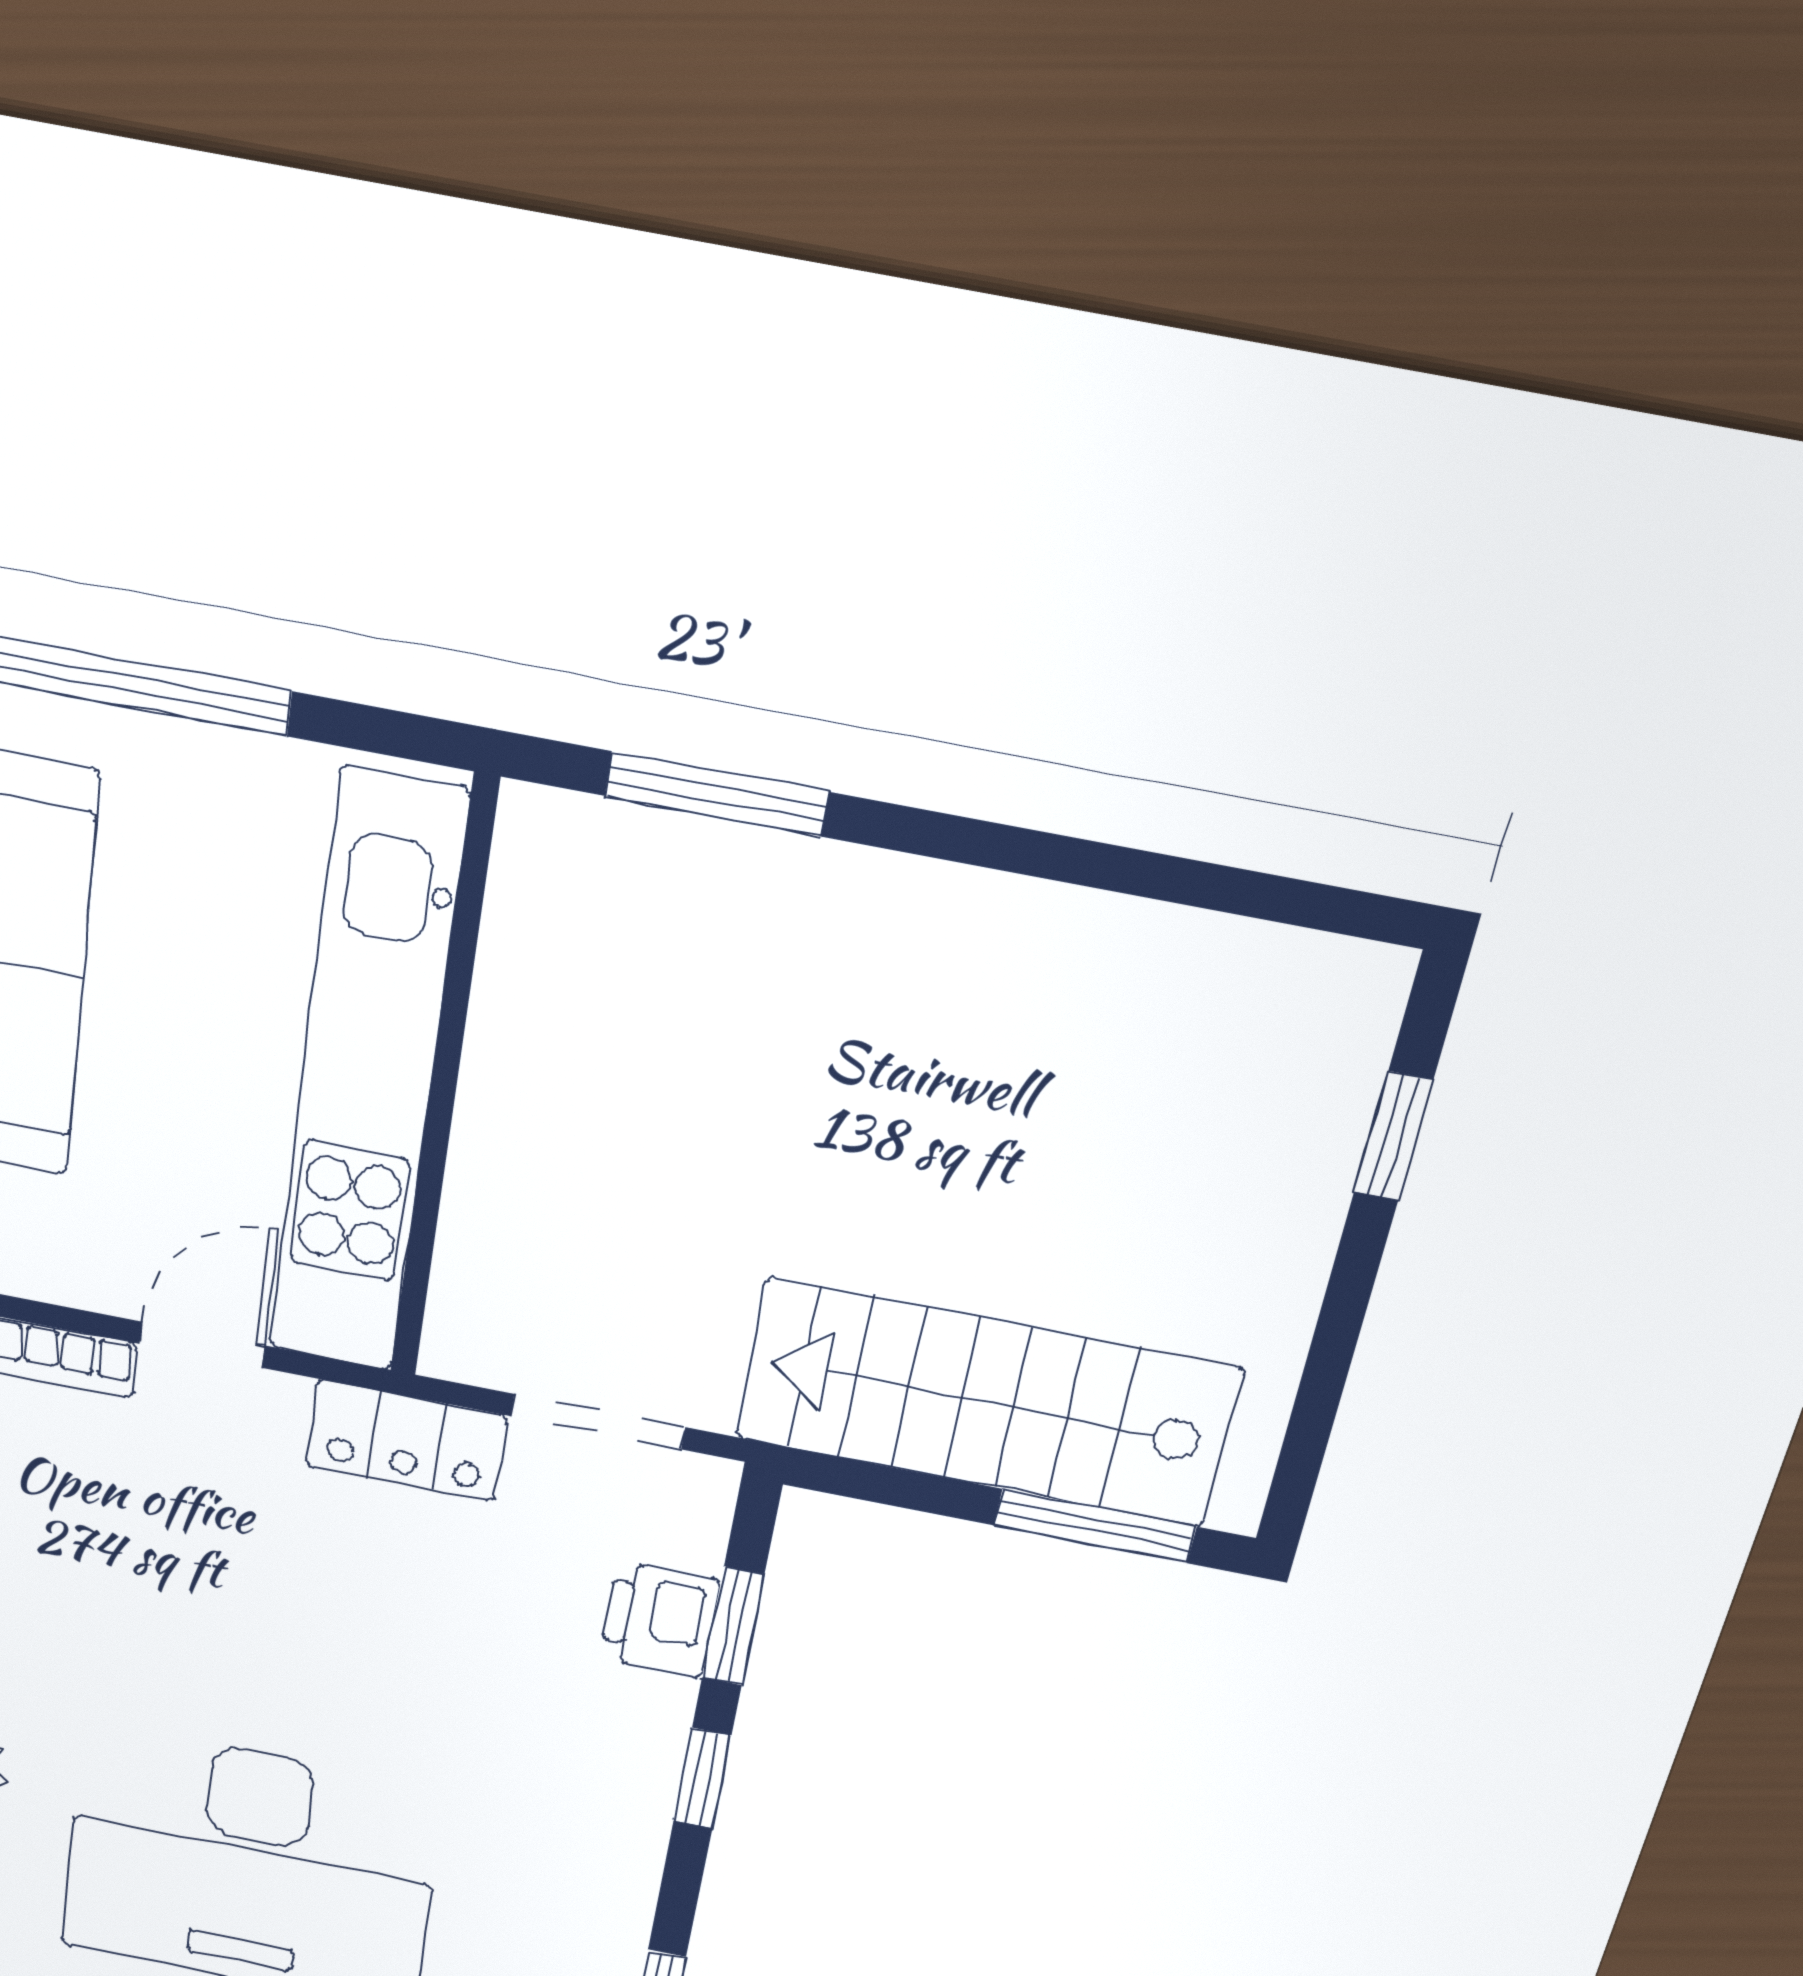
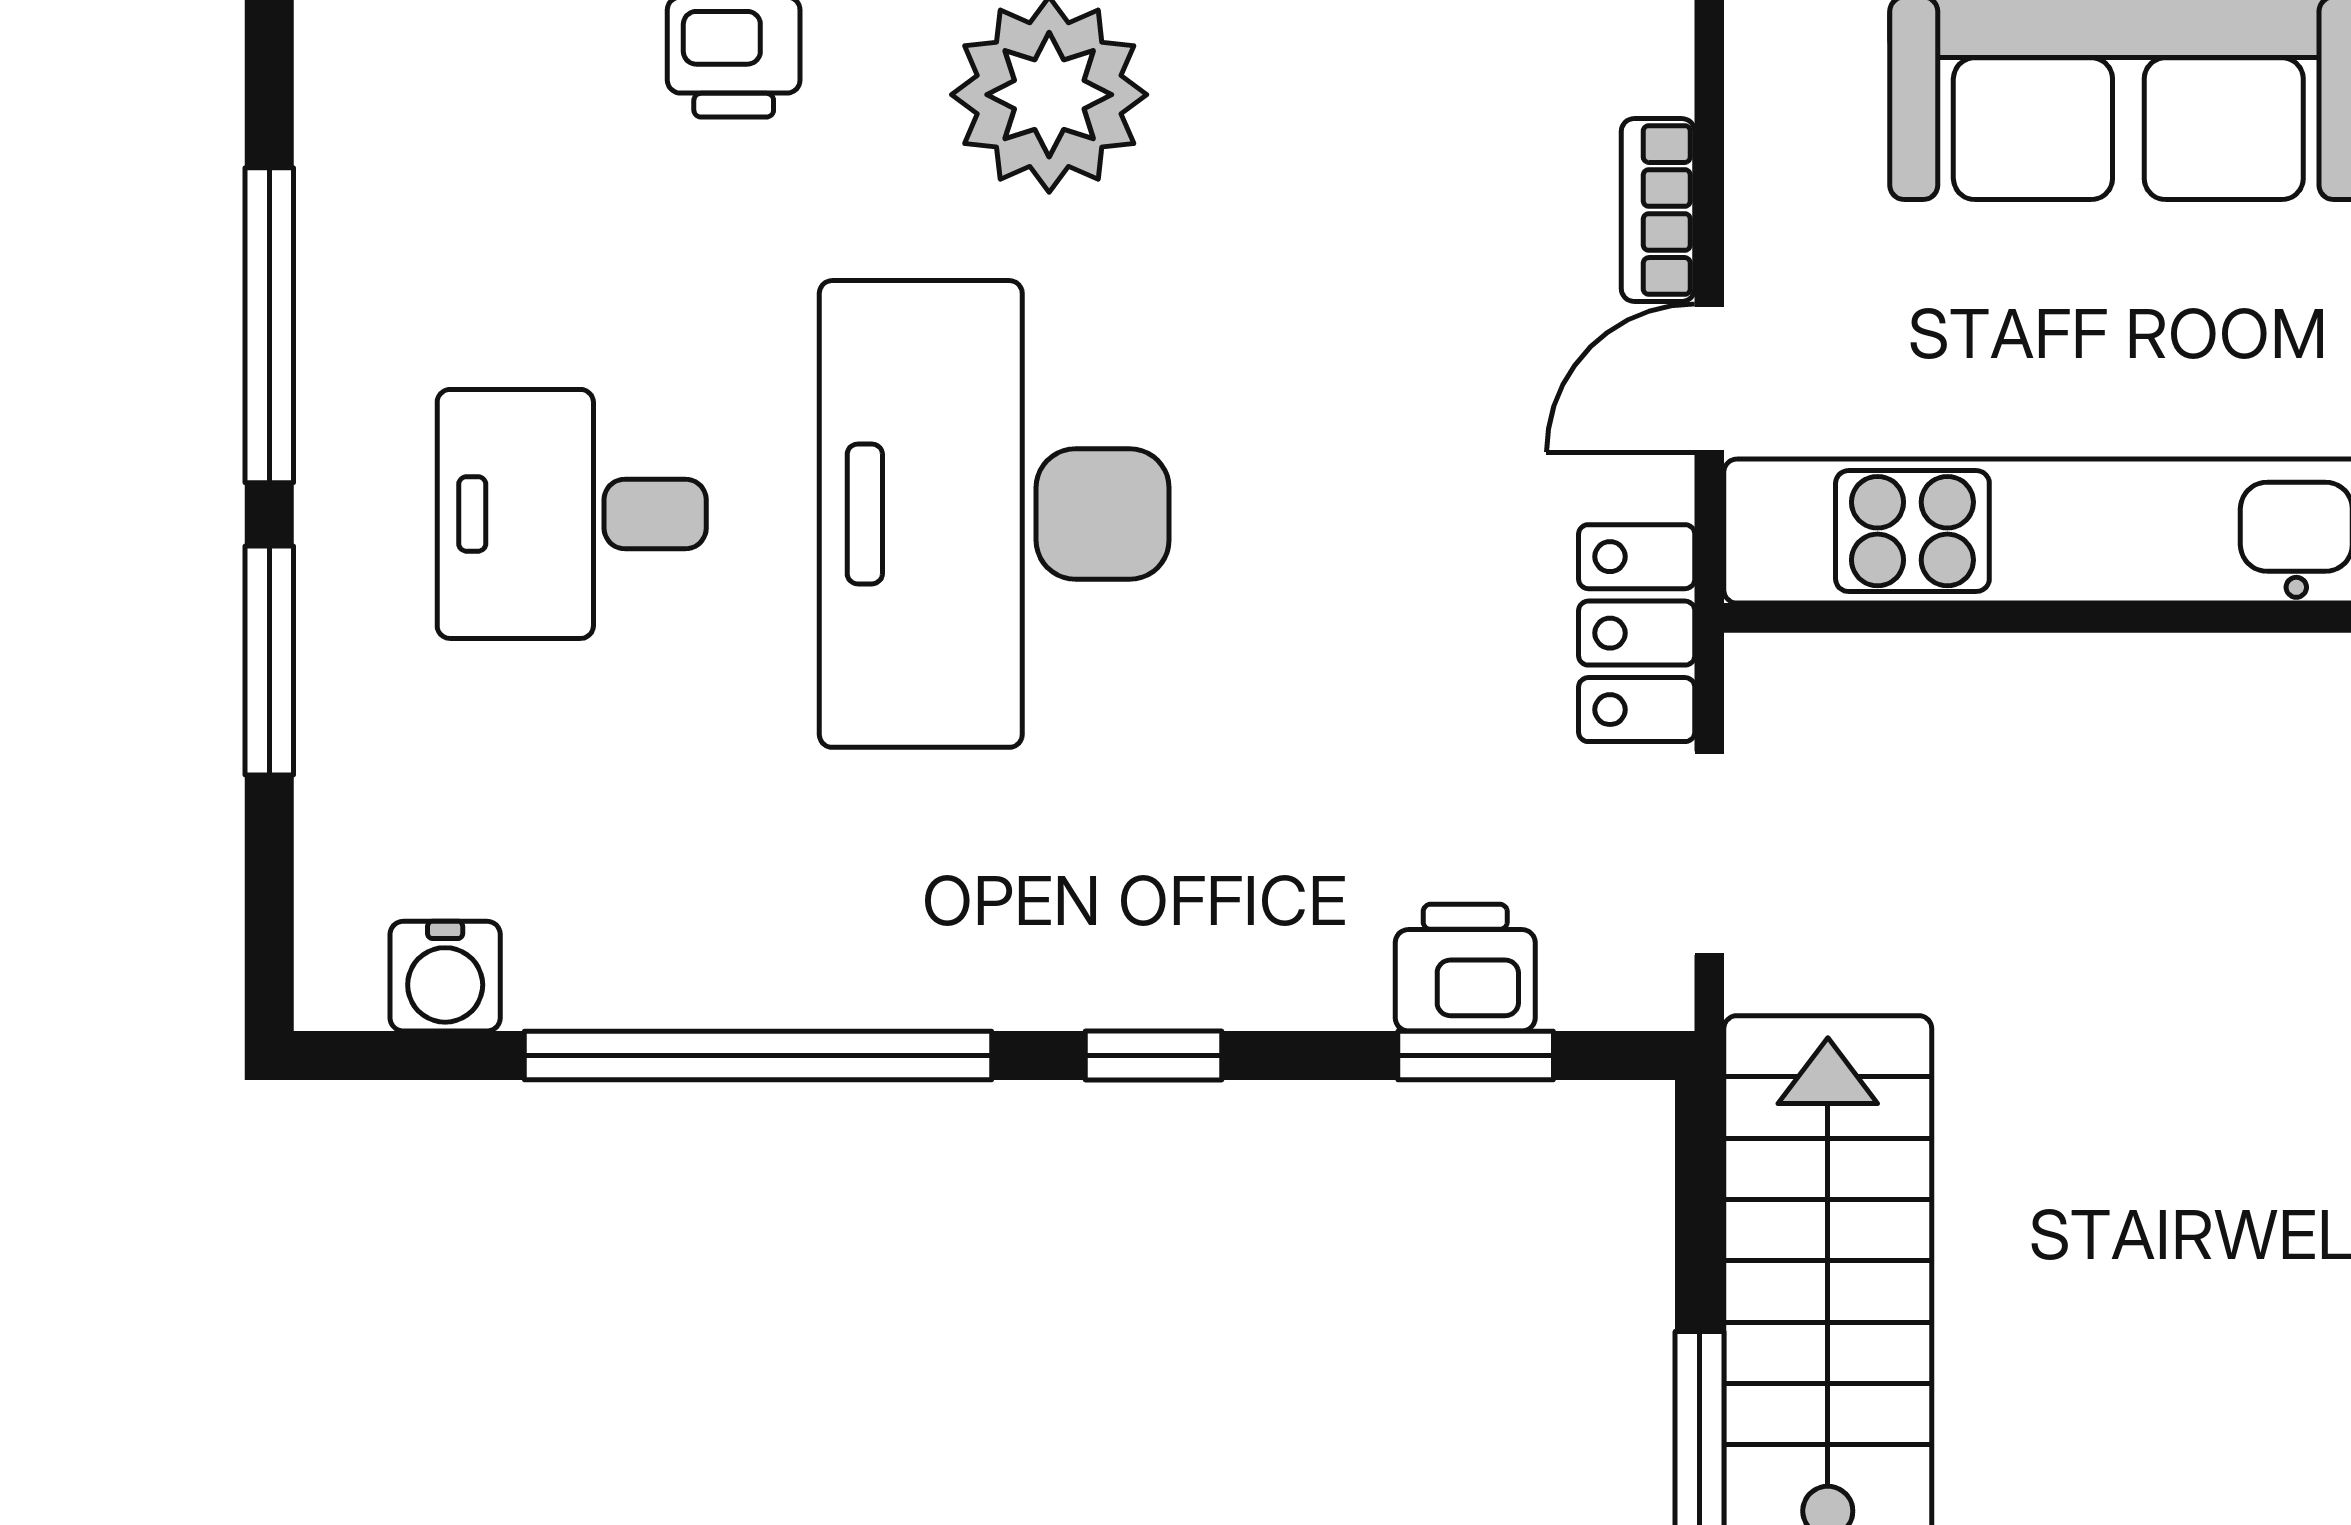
door: (202, 1345) -> (1709, 378), swing flipped
window: (702, 1778) -> (1154, 1055), moved

